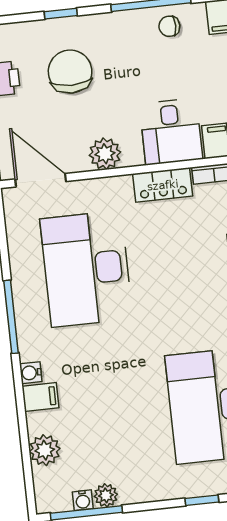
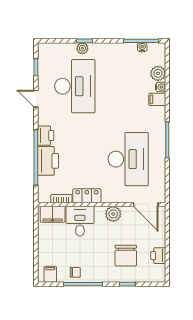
water cooler: (31, 373) -> (161, 87), moved
plant: (106, 495) -> (82, 48), moved

